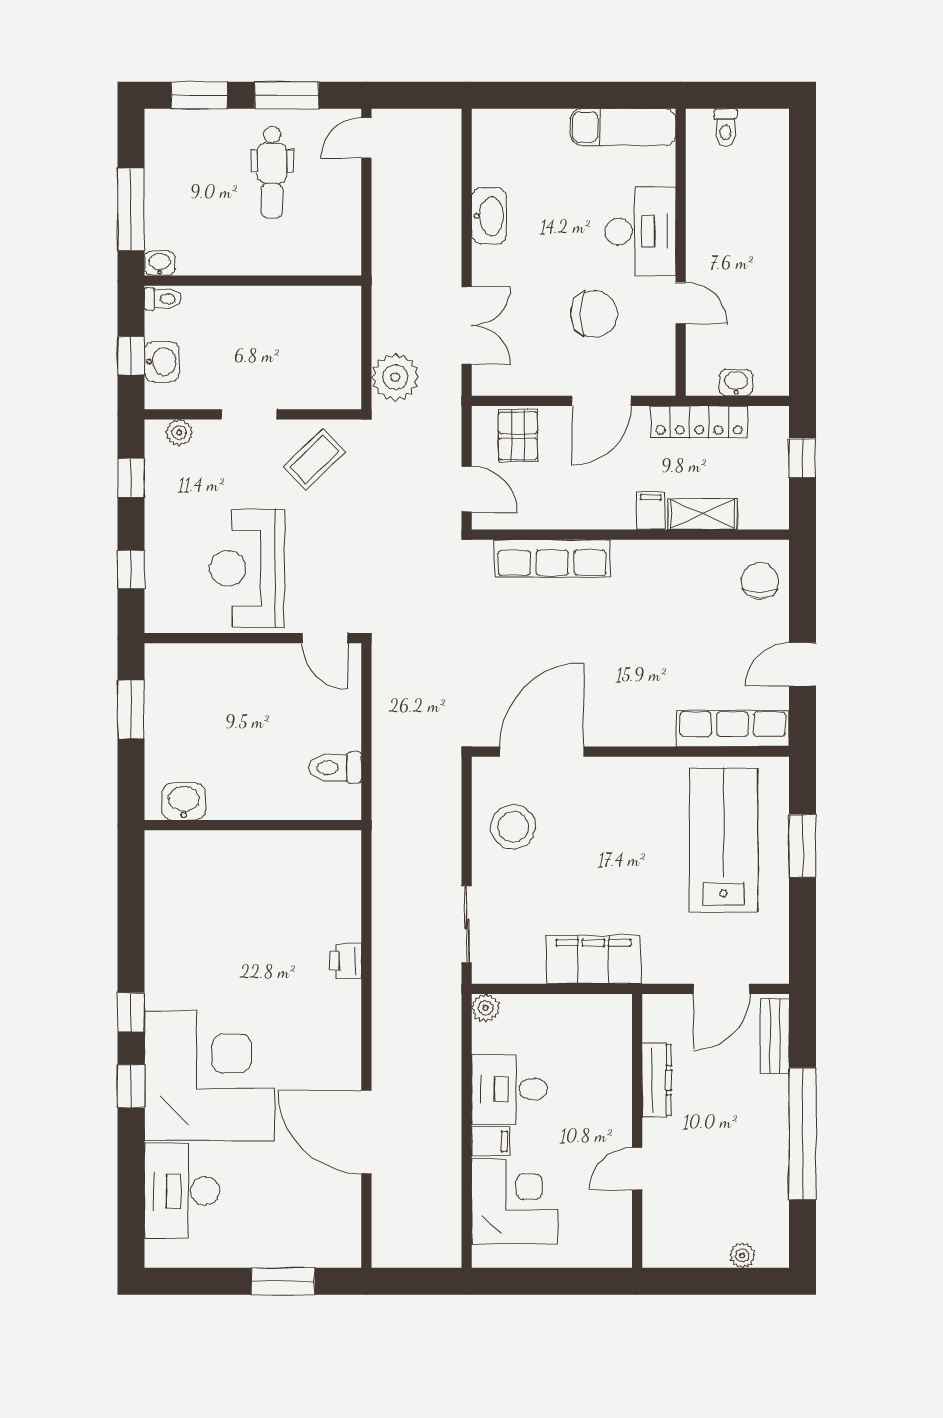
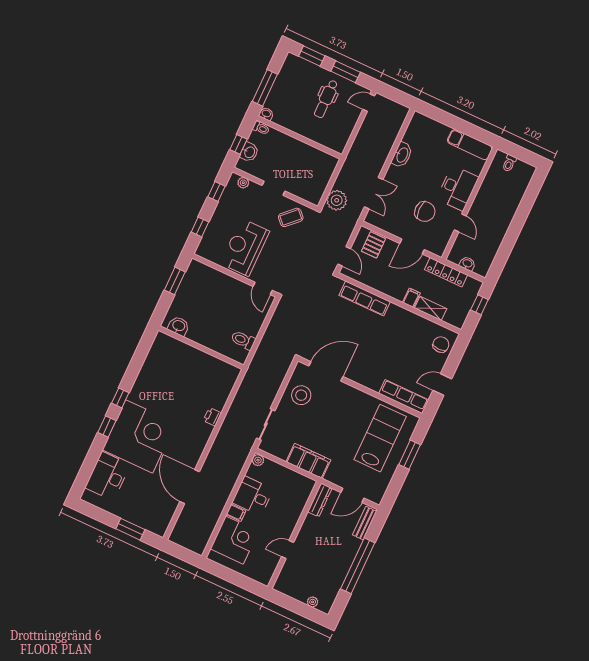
dresser: (657, 1080) -> (320, 500), moved

